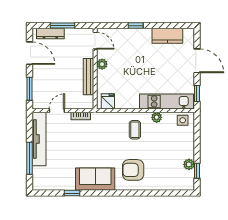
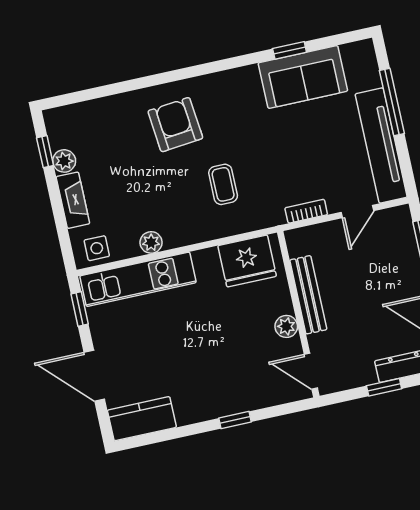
window: (62, 26) -> (384, 387), width x0.67
kitchen counter: (167, 36) -> (142, 419), moved
fridge: (108, 101) -> (247, 261), width x1.88, depth x1.34
coffee table: (135, 130) -> (223, 184), moved
fireplace: (189, 145) -> (73, 200), added
armchair: (133, 170) -> (175, 125), turned -96
sofa: (95, 179) -> (303, 77), moved

